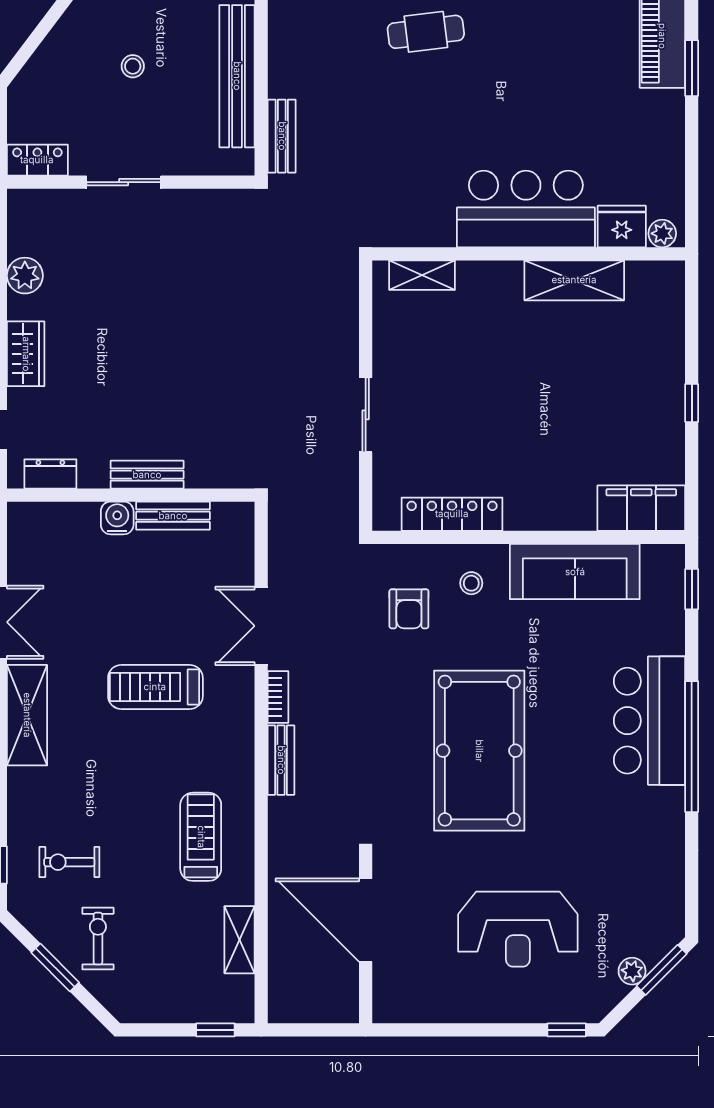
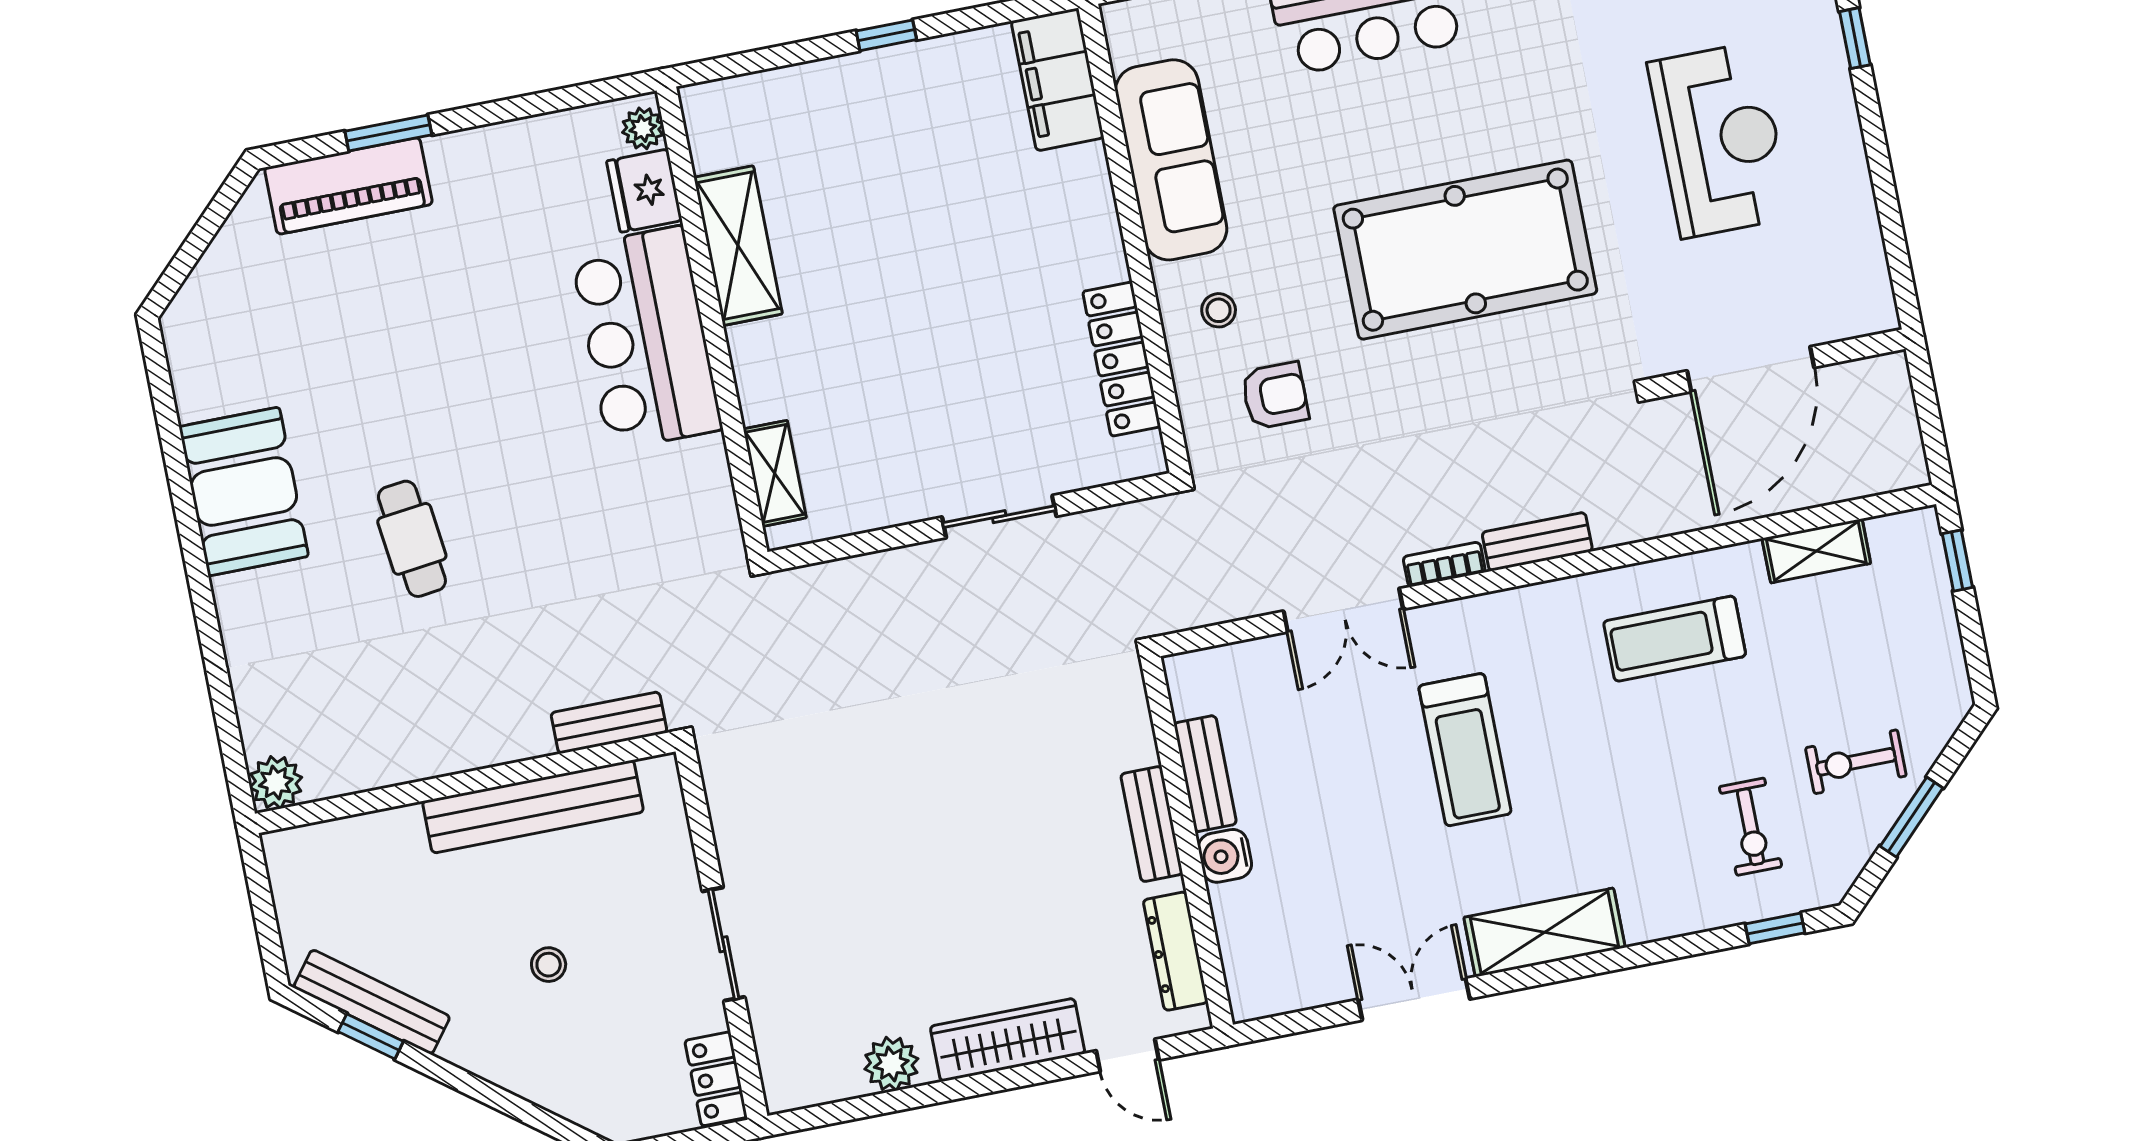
wardrobe: (26, 354) -> (1008, 1040), width x1.50
dresser: (50, 474) -> (1176, 951), width x1.44

